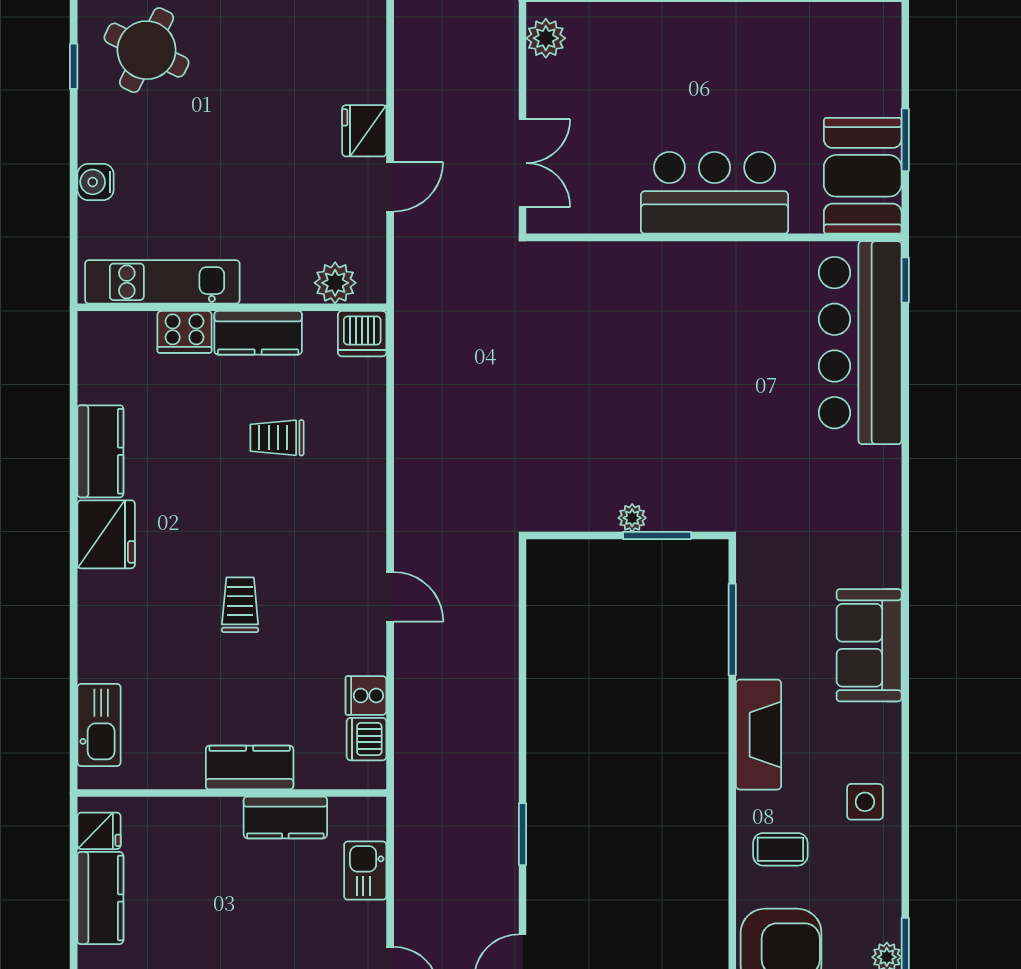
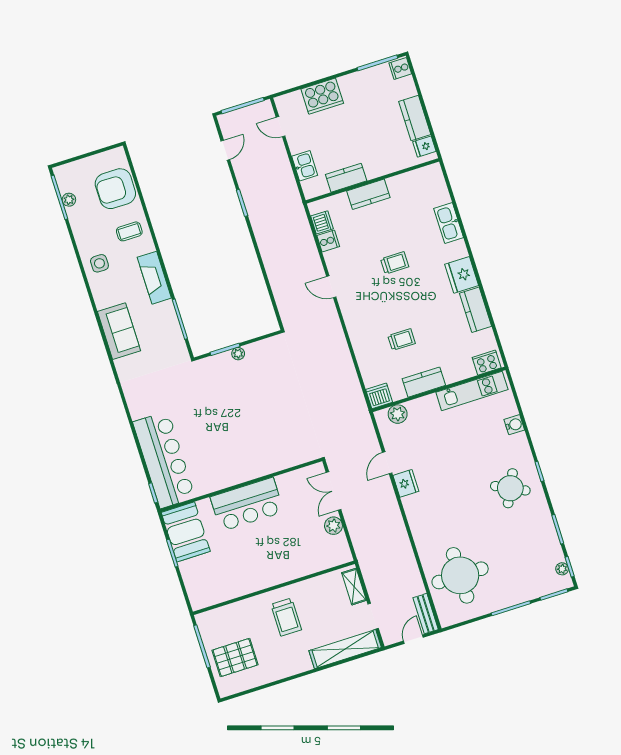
plant: (546, 38) -> (333, 526), moved
cooker: (184, 332) -> (487, 363), moved
trolley: (240, 605) -> (395, 263), turned -90
kitchen sink: (99, 725) -> (449, 223), moved

